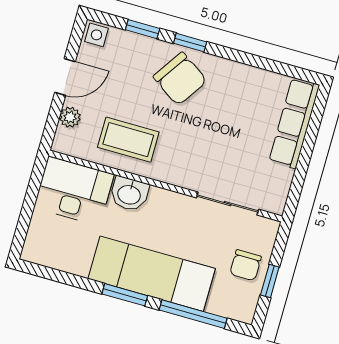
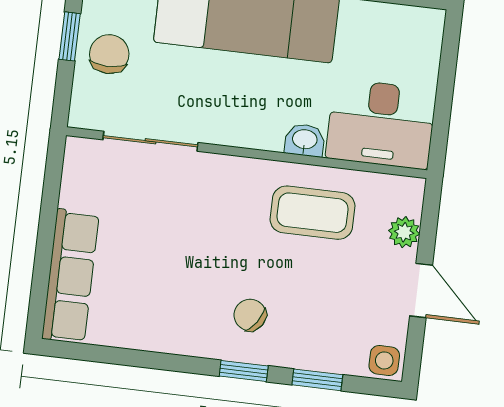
door: (65, 77) -> (421, 291), swing flipped
chair: (180, 79) -> (250, 315), width x0.54, depth x0.54
washbasin: (129, 194) -> (305, 140), width x0.72, depth x0.69

